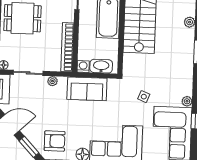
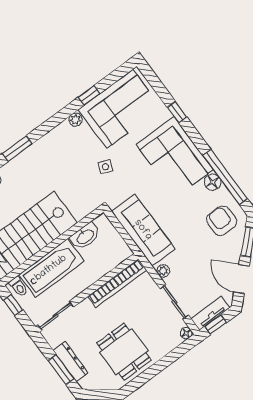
washing machine: (83, 66) -> (124, 252), removed
washbasin: (101, 66) -> (85, 236), moved, turned -90
sofa: (87, 89) -> (143, 230), width x1.36

